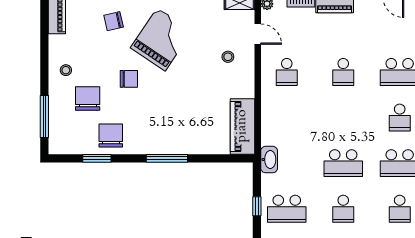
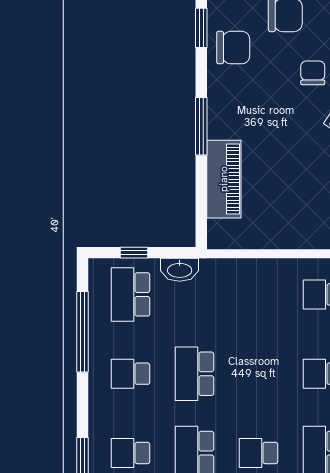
chair: (129, 79) -> (313, 73), turned 180
piano: (242, 126) -> (224, 179), moved, turned 90
washbasin: (269, 160) -> (180, 270), moved

